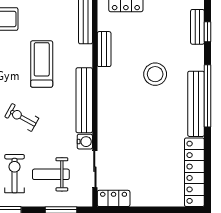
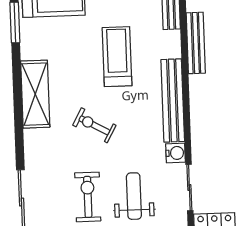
bench: (104, 49) -> (196, 43), width x1.36
weight bench: (51, 174) -> (134, 196), turned 90

